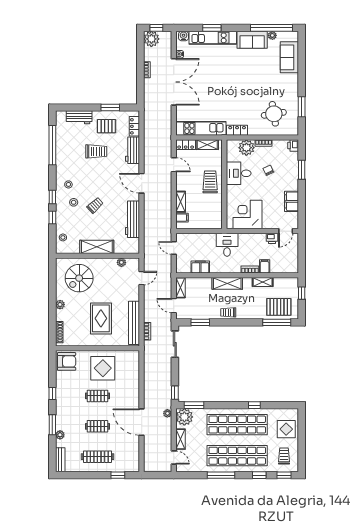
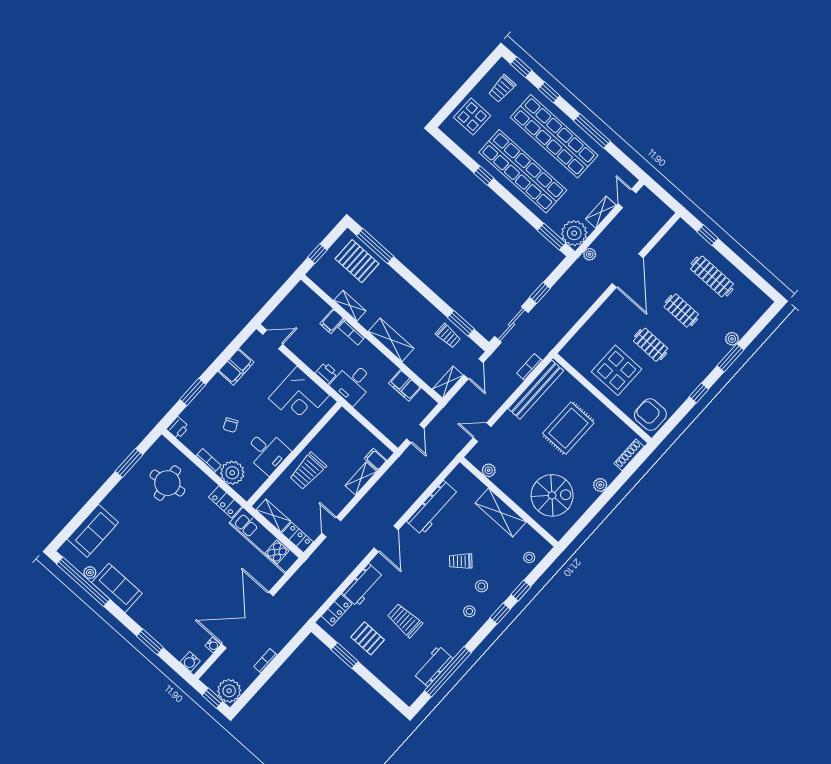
kitchen unit: (213, 38) -> (159, 630), removed
workbench: (79, 117) -> (433, 666), moved, turned -90
printer: (272, 238) -> (326, 373), moved
trolley: (228, 312) -> (448, 336), moved
window: (175, 393) -> (540, 293), moved
bench: (60, 460) -> (757, 311), removed

